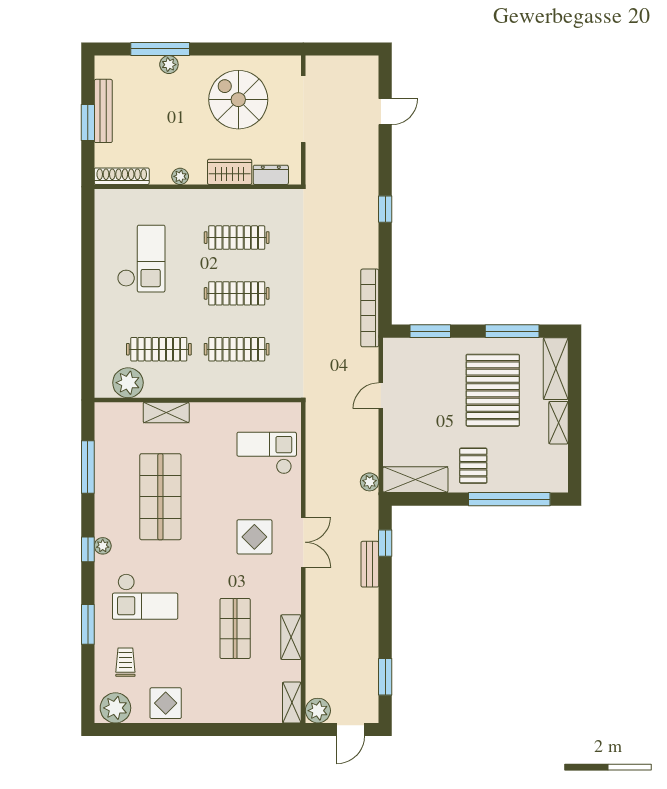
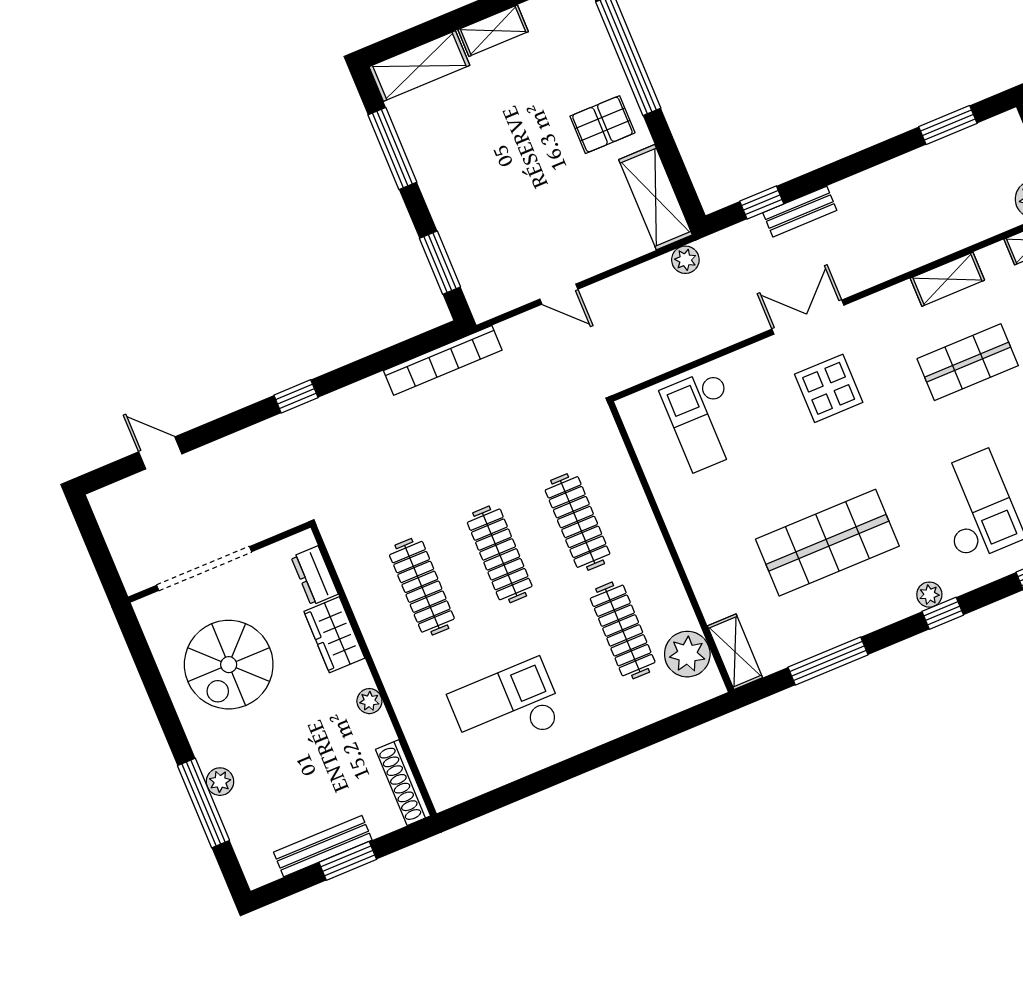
pallet: (493, 390) -> (486, 141), removed
shelving: (166, 412) -> (735, 652), moved

